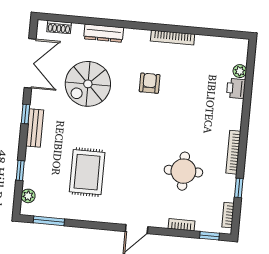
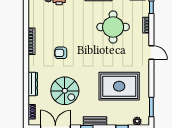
round table: (183, 171) -> (113, 27), width x1.36, depth x1.36
rug: (87, 172) -> (119, 86), width x1.37, depth x1.44

